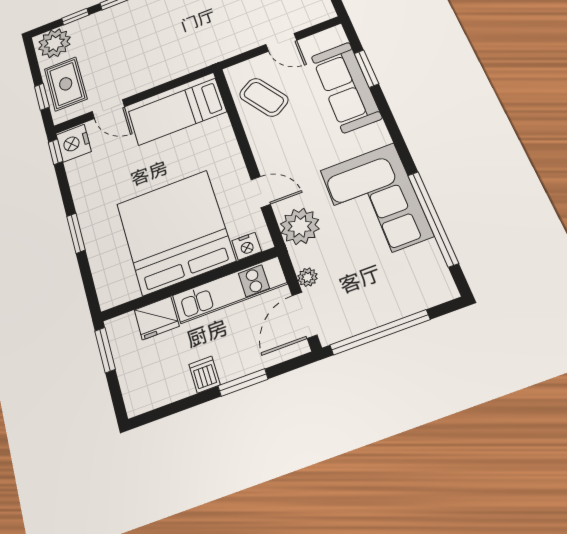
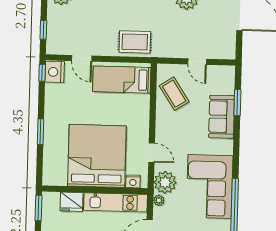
rug: (66, 84) -> (135, 42), moved, turned 90
sofa: (346, 87) -> (222, 117), width x0.73
plant: (308, 277) -> (159, 200), moved

